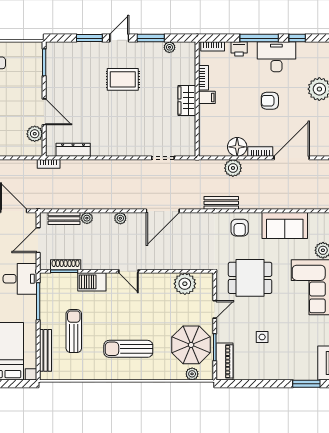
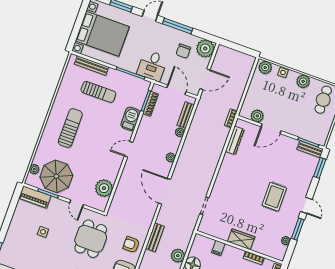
window: (89, 38) -> (320, 168), moved
bench: (52, 57) -> (310, 149), added
filing cabinet: (207, 97) -> (218, 248), moved

